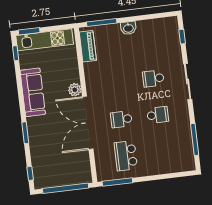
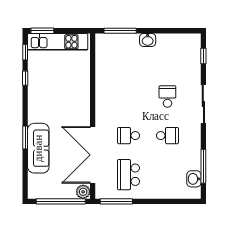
piano: (88, 46) -> (102, 54), removed
school desk: (153, 78) -> (167, 96), turned 90
plant: (75, 90) -> (83, 192), moved
sofa: (33, 92) -> (38, 148), moved
double door: (88, 123) -> (93, 155), moved
washbasin: (187, 152) -> (194, 179), added
window: (30, 173) -> (25, 78), moved

